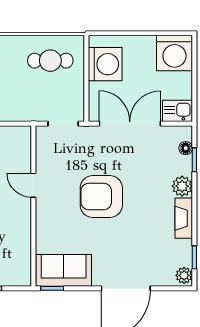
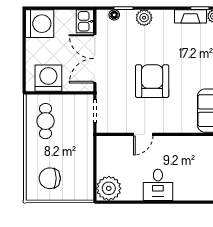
armchair: (101, 196) -> (152, 81), turned 180
fireplace: (184, 218) -> (190, 16), moved

